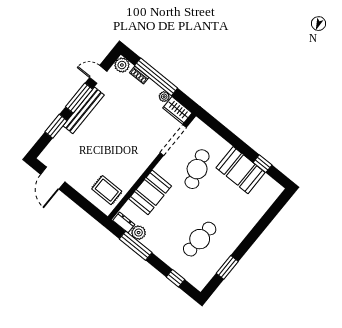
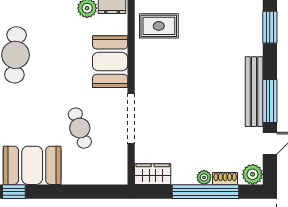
plant: (164, 97) -> (204, 177), moved
window: (56, 126) -> (270, 27), moved
doorway: (173, 140) -> (131, 119), moved
cafe table: (197, 169) -> (80, 128), width x0.73, depth x0.74

